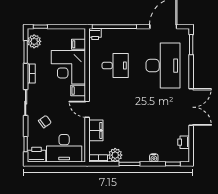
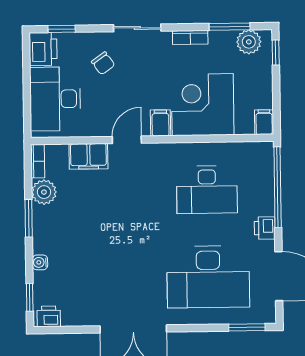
printer: (95, 34) -> (265, 228), moved
filing cabinet: (79, 44) -> (264, 122), moved
desk: (115, 66) -> (207, 190), width x1.37
printer: (184, 142) -> (49, 316), moved

